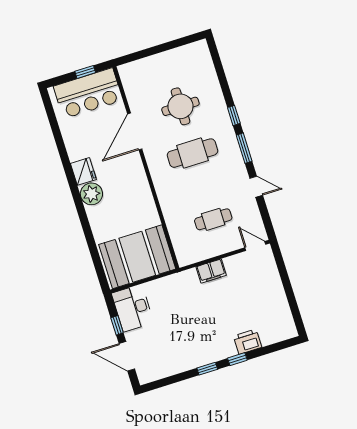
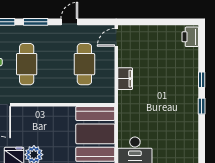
cafe table: (213, 219) -> (84, 64), width x1.37, depth x1.35
printer: (248, 342) -> (190, 37), moved

